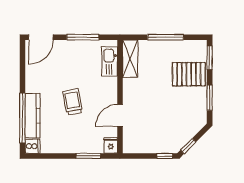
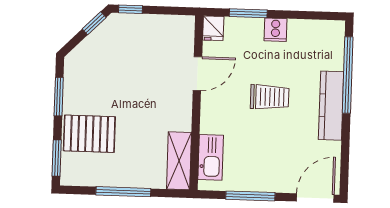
trolley: (73, 102) -> (270, 97), turned -79
kitchen counter: (32, 116) -> (331, 106), moved
cooker: (33, 146) -> (275, 30), moved, turned -90

